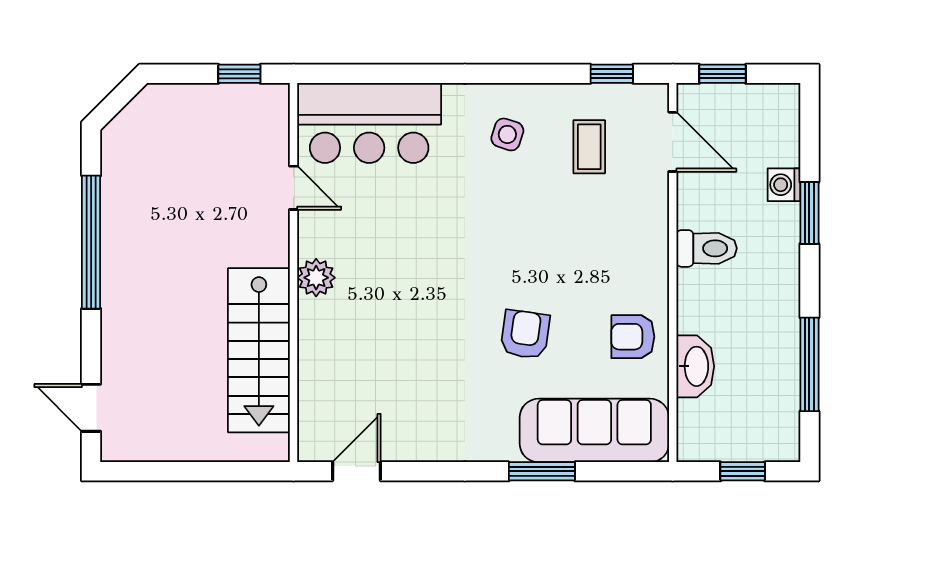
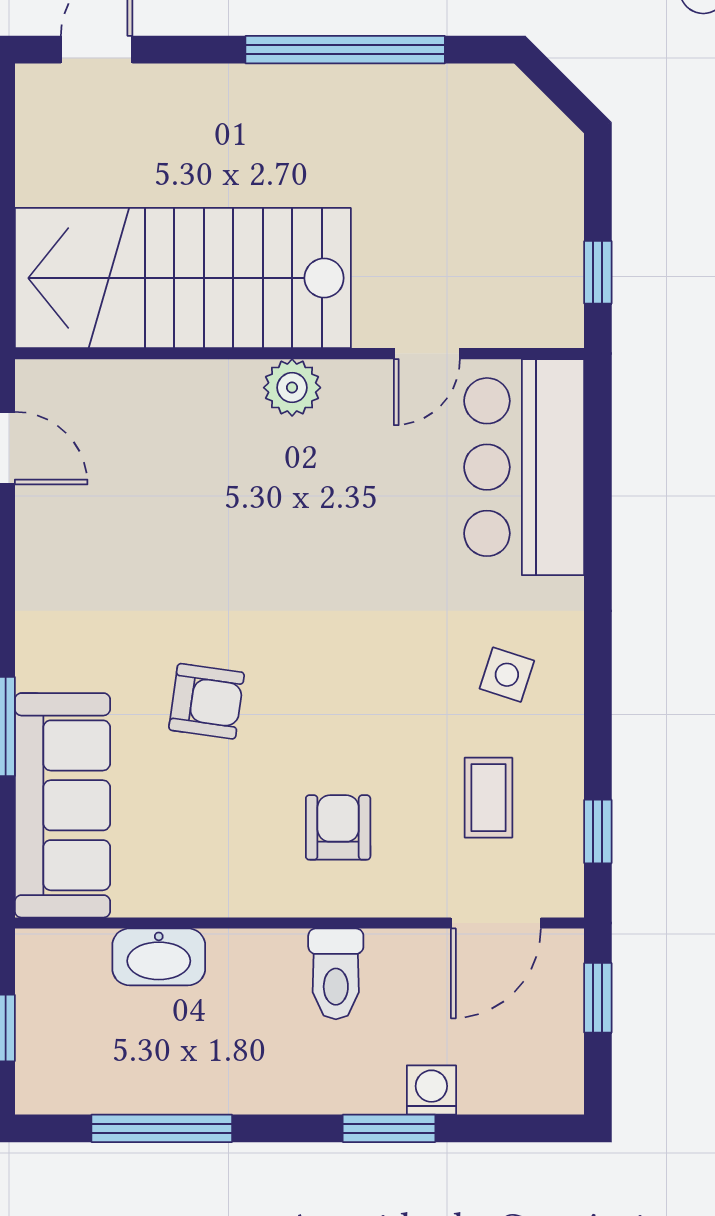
coffee table: (589, 147) -> (488, 798), turned 90
armchair: (633, 337) -> (338, 827), moved
stairs: (259, 350) -> (183, 278), width x1.36, depth x1.51

